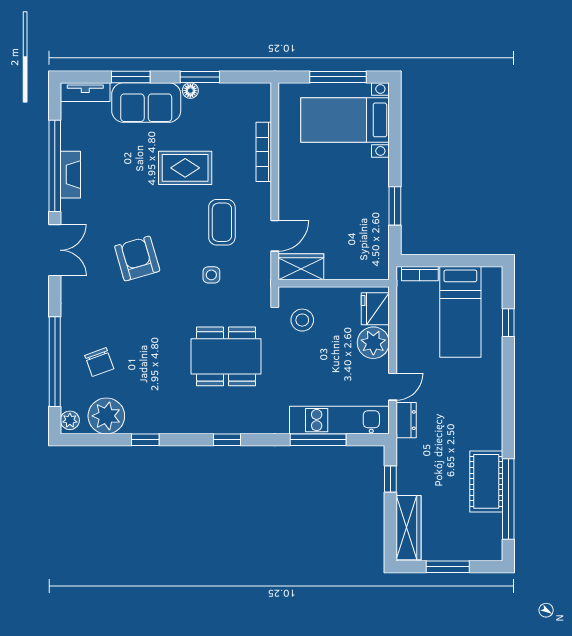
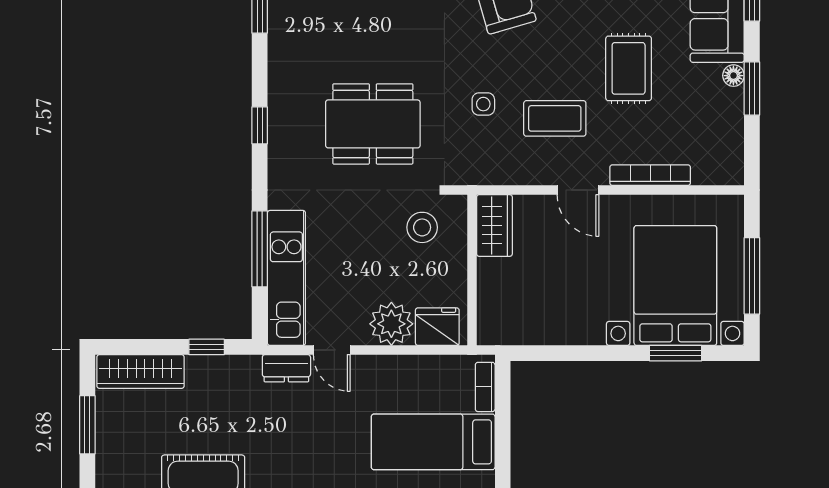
bed with nightstands: (345, 120) -> (675, 285), width x1.36
window: (395, 206) -> (676, 353), moved
door: (275, 236) -> (578, 190), moved
dining table: (226, 356) -> (373, 124), turned 90

